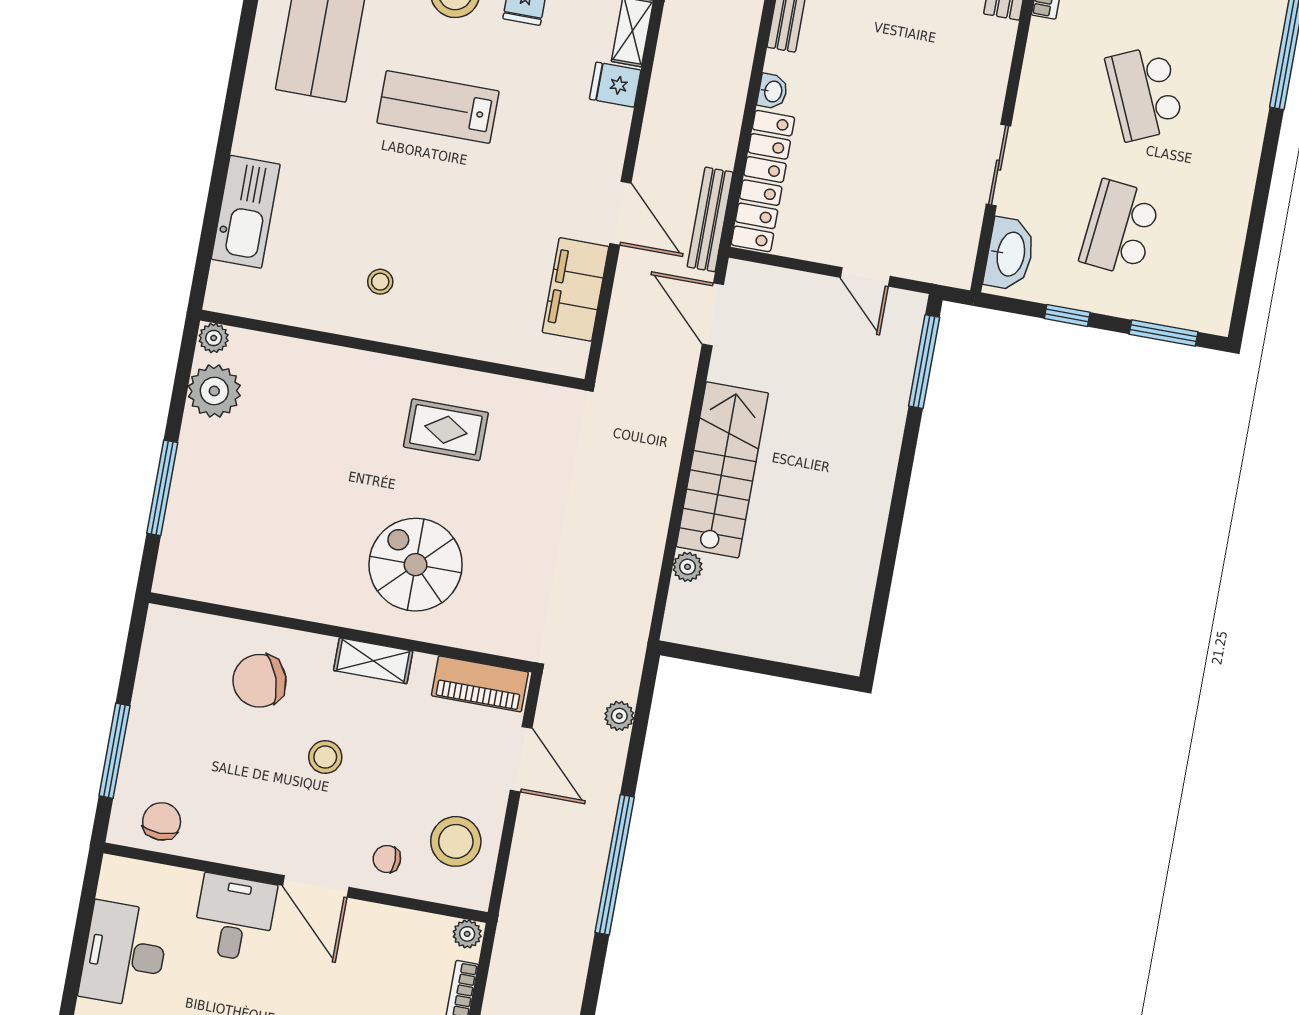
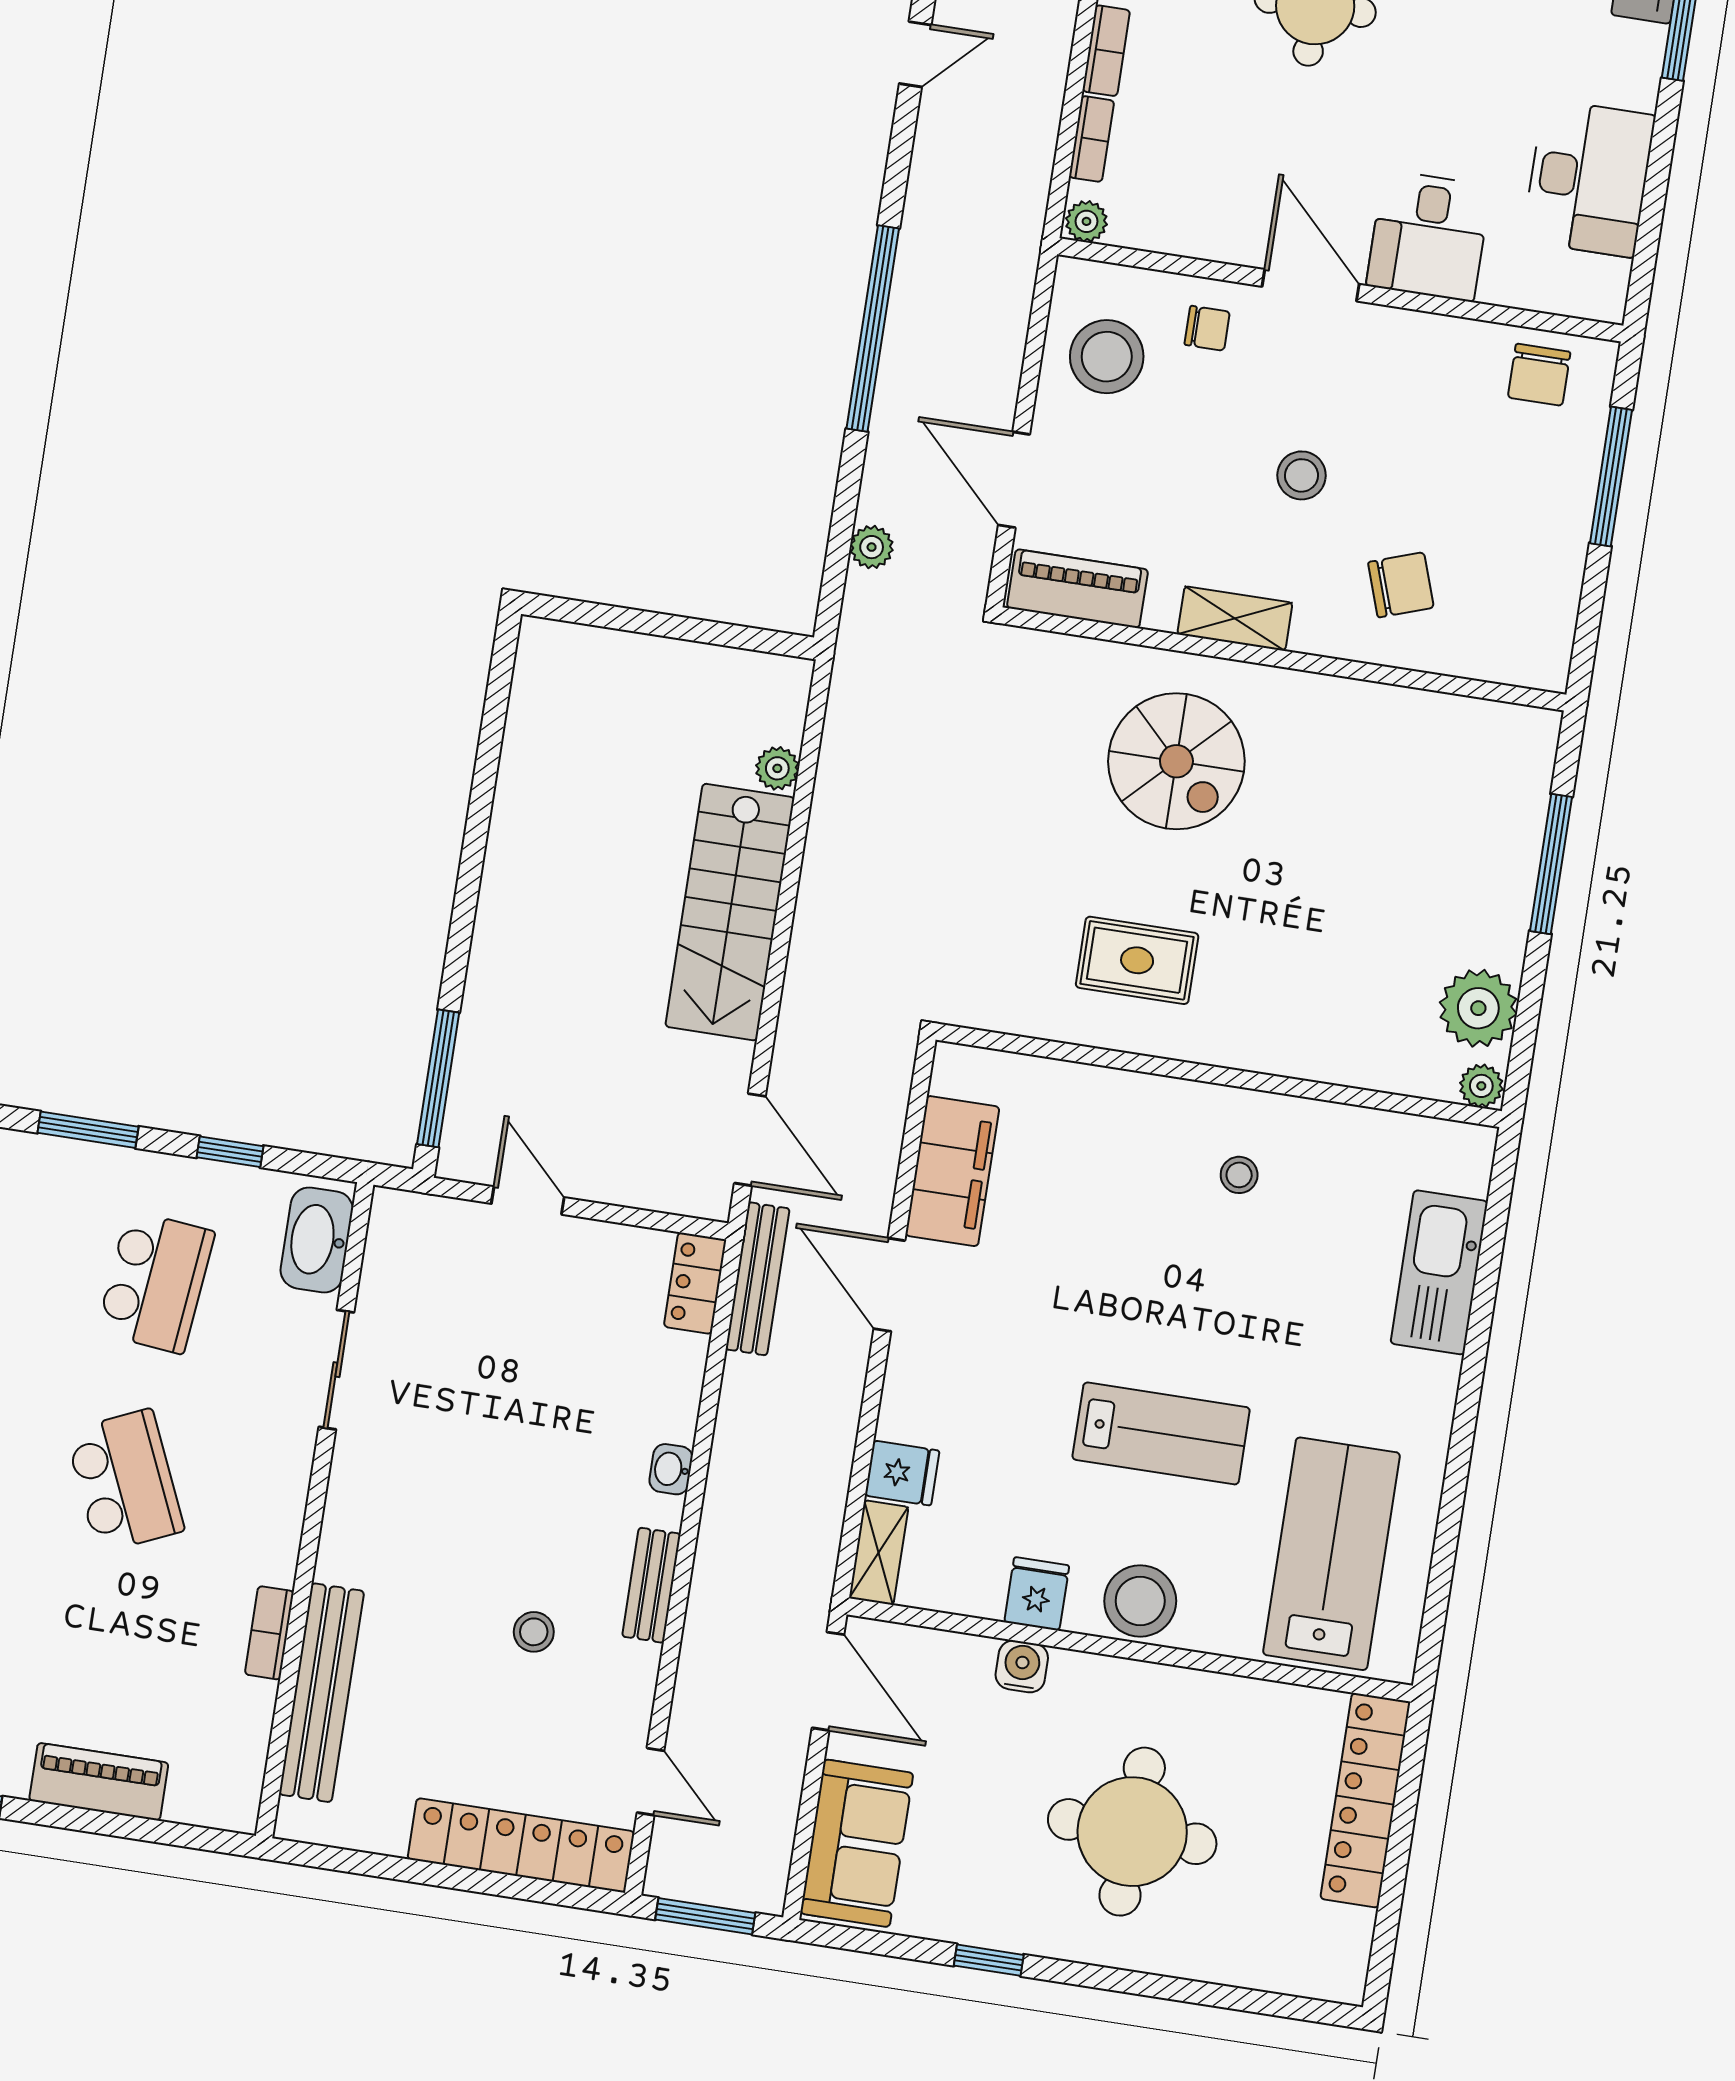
locker: (763, 181) -> (695, 1283), width x0.46, depth x0.83
chair: (259, 681) -> (1401, 585), width x0.73, depth x0.73

